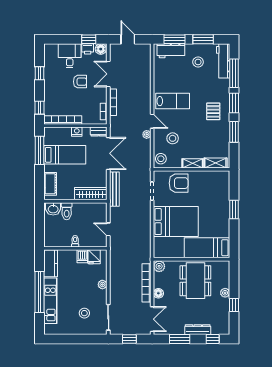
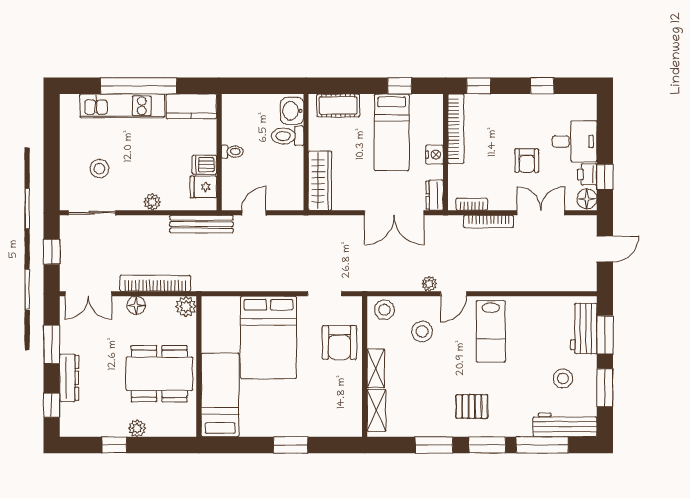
window: (39, 150) -> (400, 86), width x0.46
bench: (114, 189) -> (201, 224), moved

